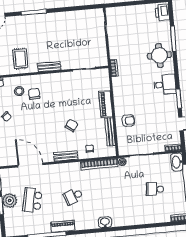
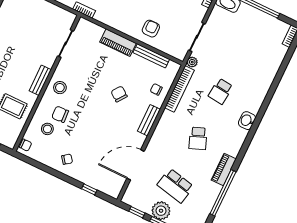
stool: (52, 83) -> (60, 88), added
school desk: (155, 189) -> (221, 91), moved

